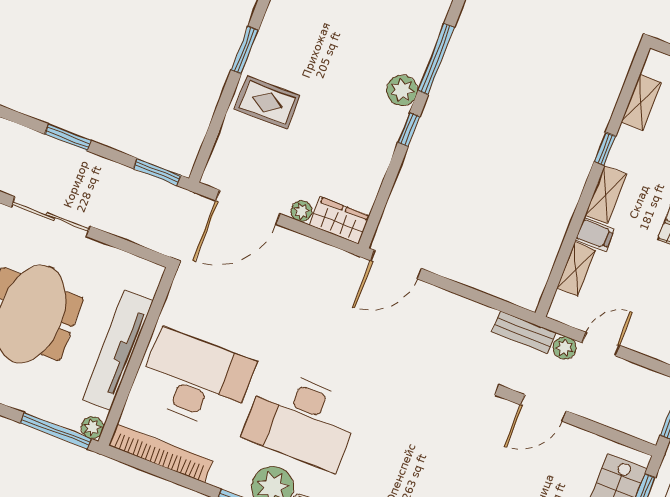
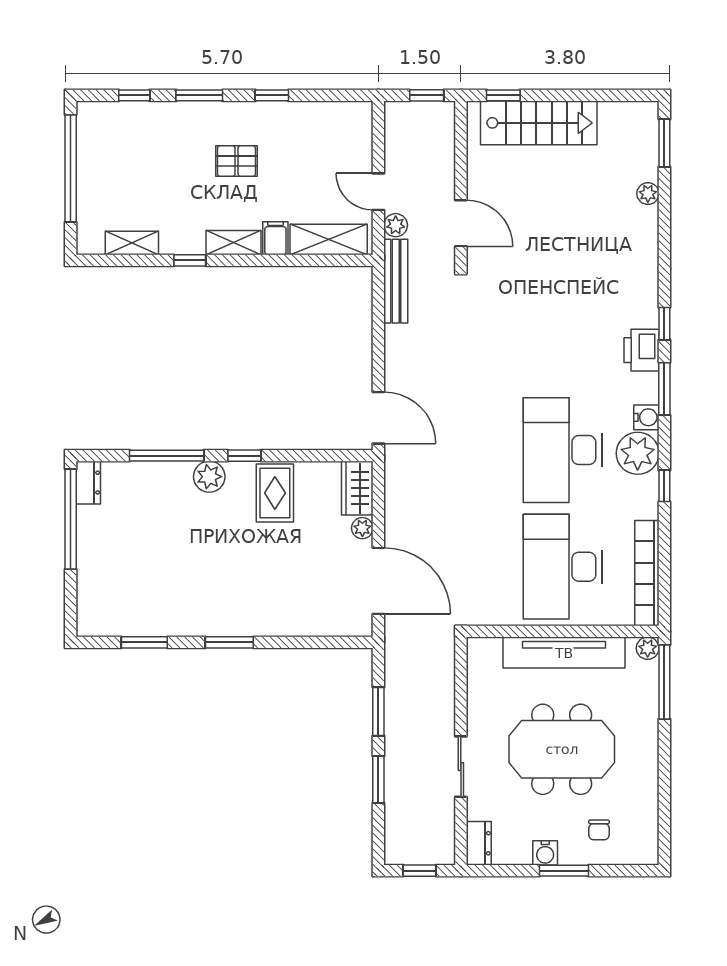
rug: (267, 103) -> (275, 493), moved
window: (157, 172) -> (378, 711), moved
sliding door: (51, 217) -> (461, 767), width x0.73
shelving: (576, 269) -> (329, 240), width x1.50, depth x1.33
bench: (524, 332) -> (396, 281), width x1.36
desk: (302, 420) -> (563, 450), turned 180

